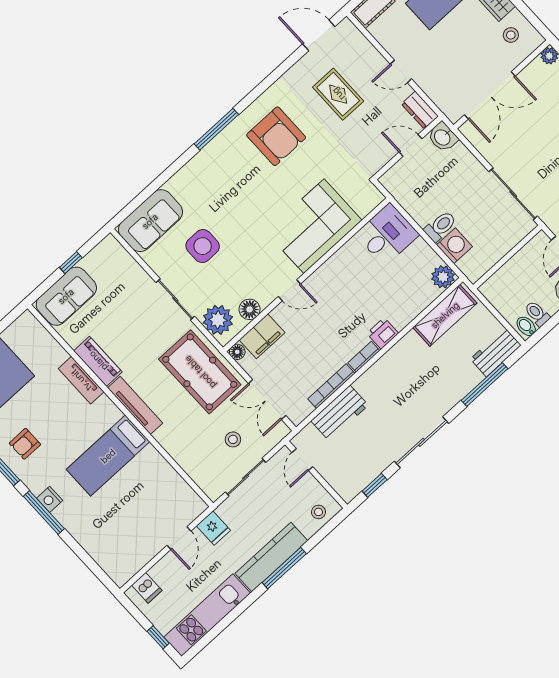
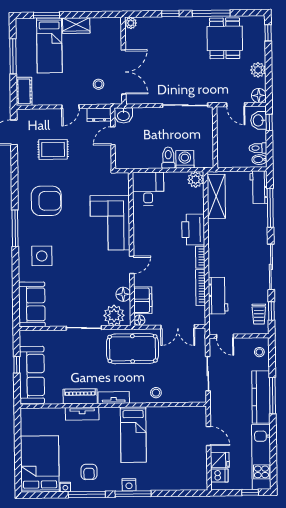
stool: (511, 35) -> (98, 84), moved
side table: (203, 246) -> (42, 256), moved
sofa: (66, 296) -> (32, 375), width x1.36
printer: (383, 333) -> (193, 230), width x1.87, depth x1.48
tv unit: (135, 405) -> (114, 398), width x0.71
stool: (233, 439) -> (156, 393), moved
trolley: (359, 475) -> (259, 314), added
fridge: (213, 528) -> (220, 460), moved

